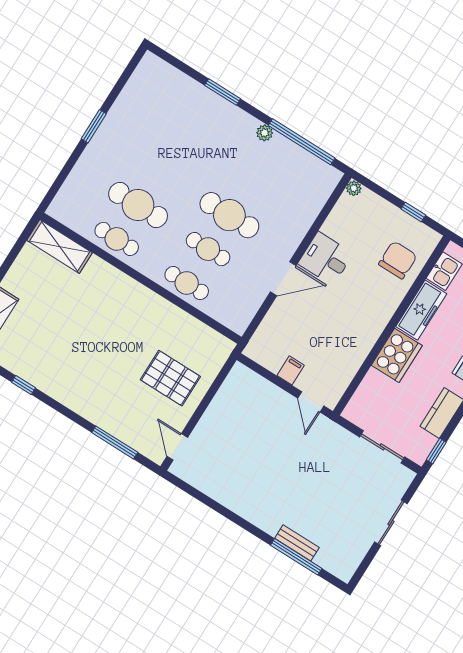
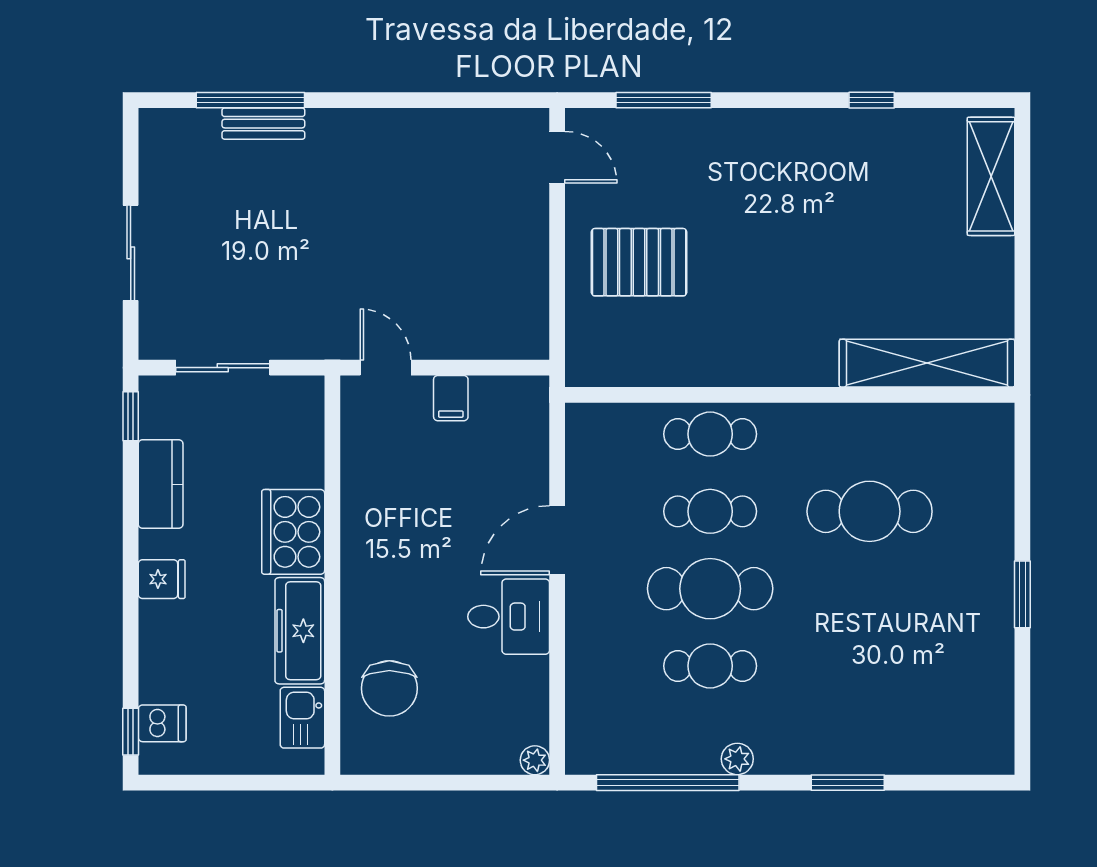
window: (413, 212) -> (413, 783), removed
cafe table: (117, 239) -> (710, 666), moved
shelving: (60, 246) -> (927, 363), width x1.47

